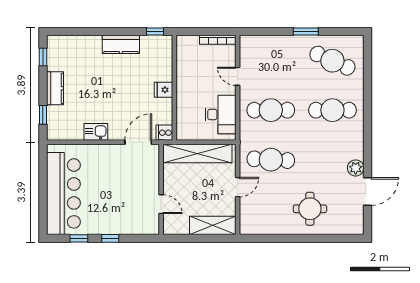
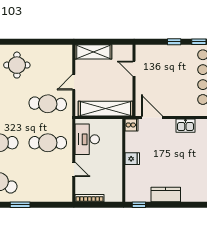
door: (138, 142) -> (152, 117), swing flipped

